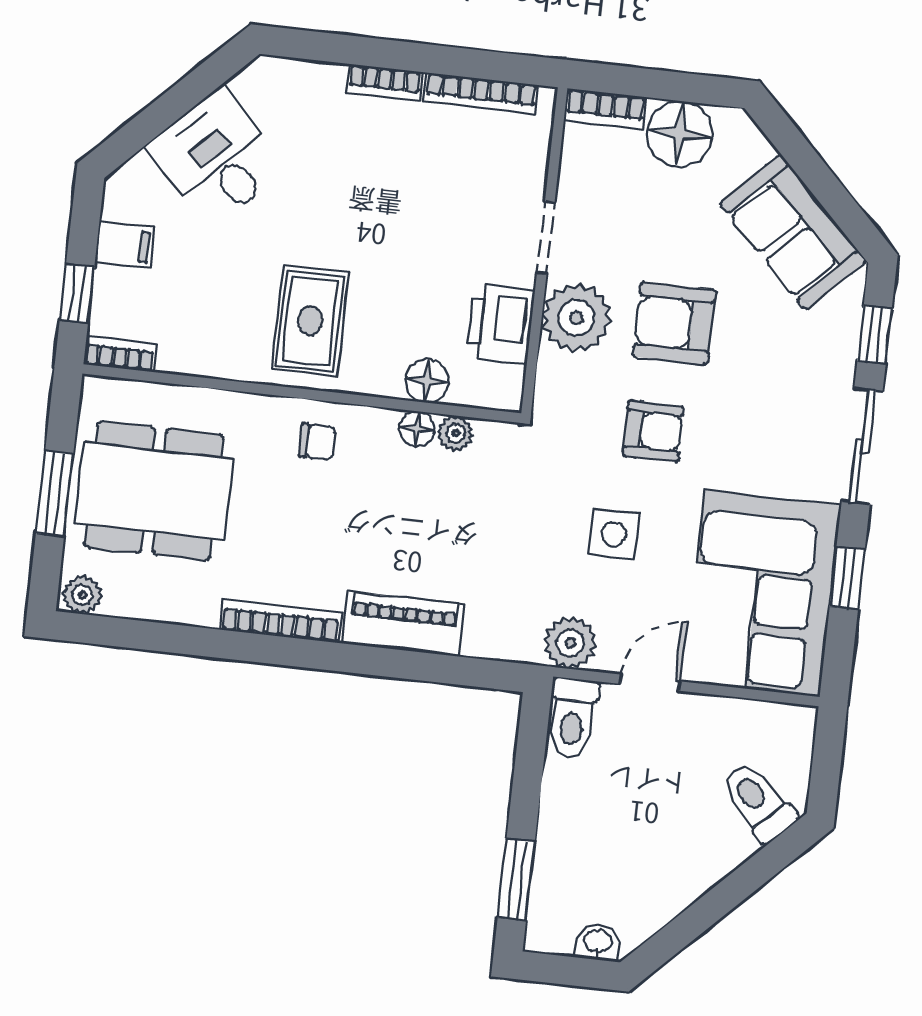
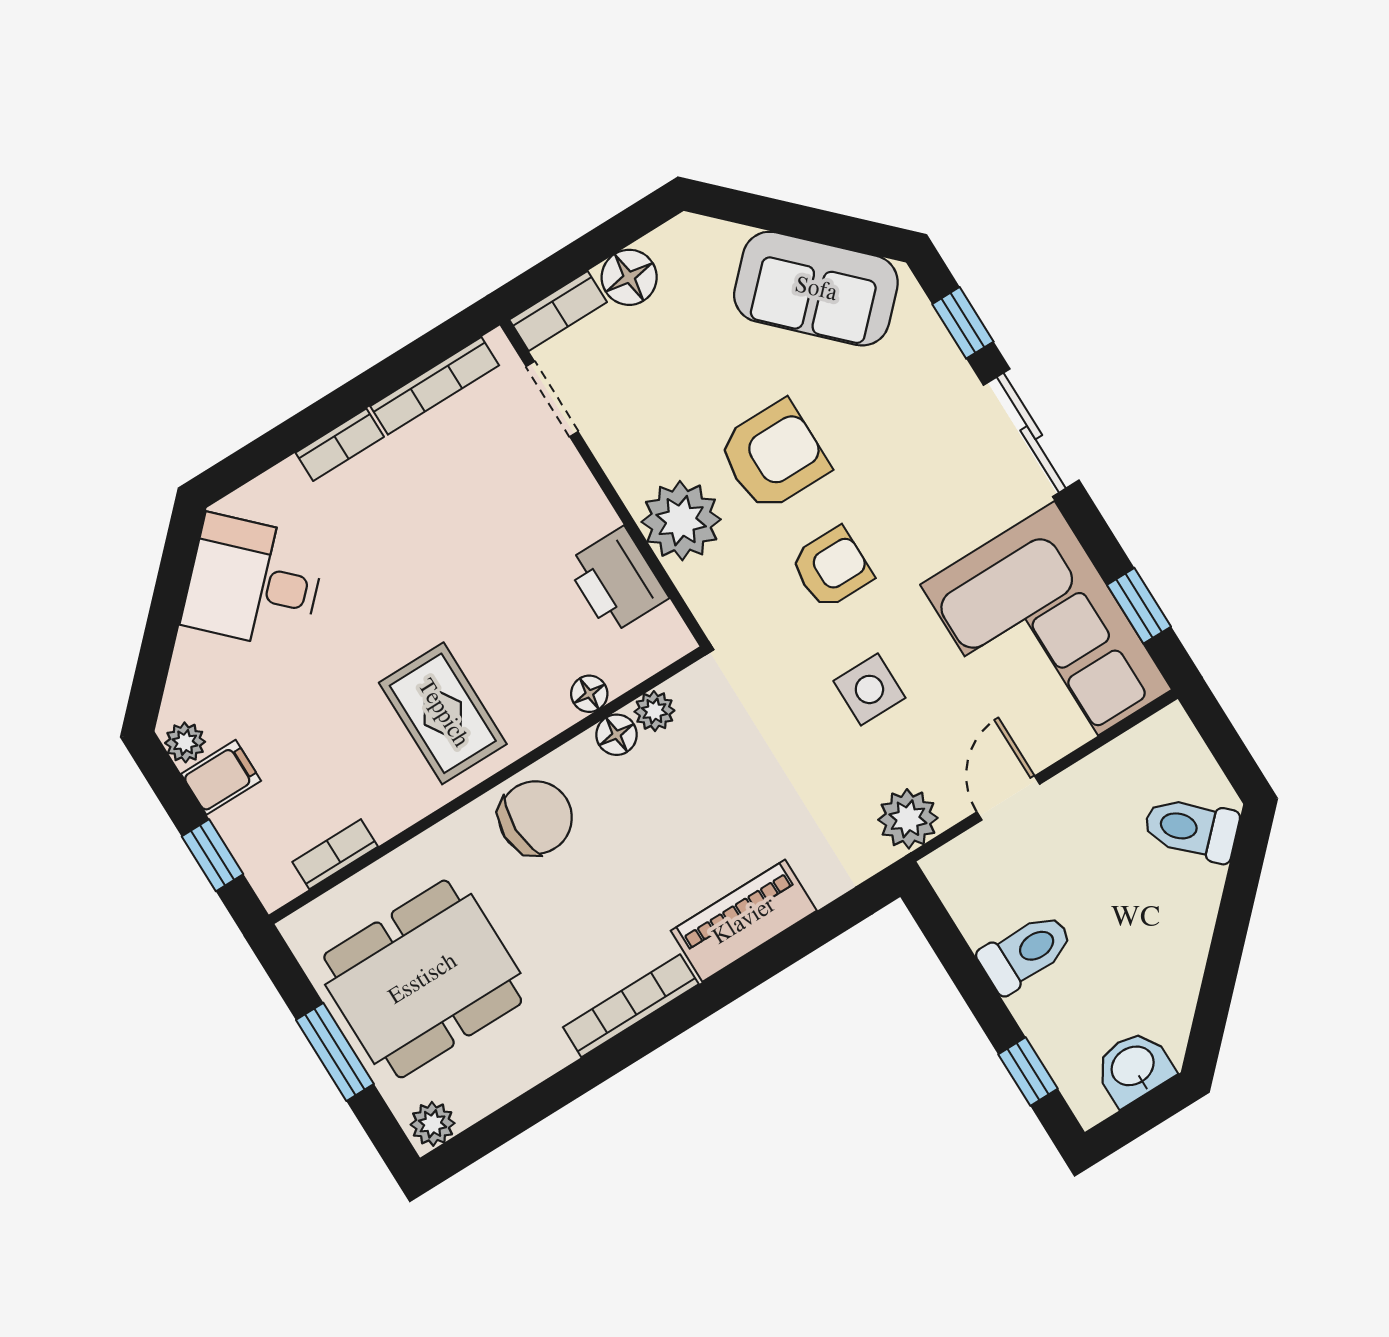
floor lamp: (680, 134) -> (629, 277), width x0.73, depth x0.73
desk: (217, 158) -> (254, 582), moved
plant: (119, 202) -> (185, 742), added
doorway: (546, 238) -> (552, 399), moved
armchair: (674, 323) -> (774, 456), turned 180
bookcase: (120, 354) -> (335, 854), moved
floor lamp: (427, 381) -> (589, 694), width x0.73, depth x0.73
chair: (317, 442) -> (535, 818), width x1.87, depth x1.87
window: (847, 578) -> (1139, 606), moved
toilet: (572, 718) -> (1026, 952), moved, turned -90
window: (516, 880) -> (1028, 1071), width x0.67
washbasin: (598, 942) -> (1134, 1067), width x1.38, depth x1.45

